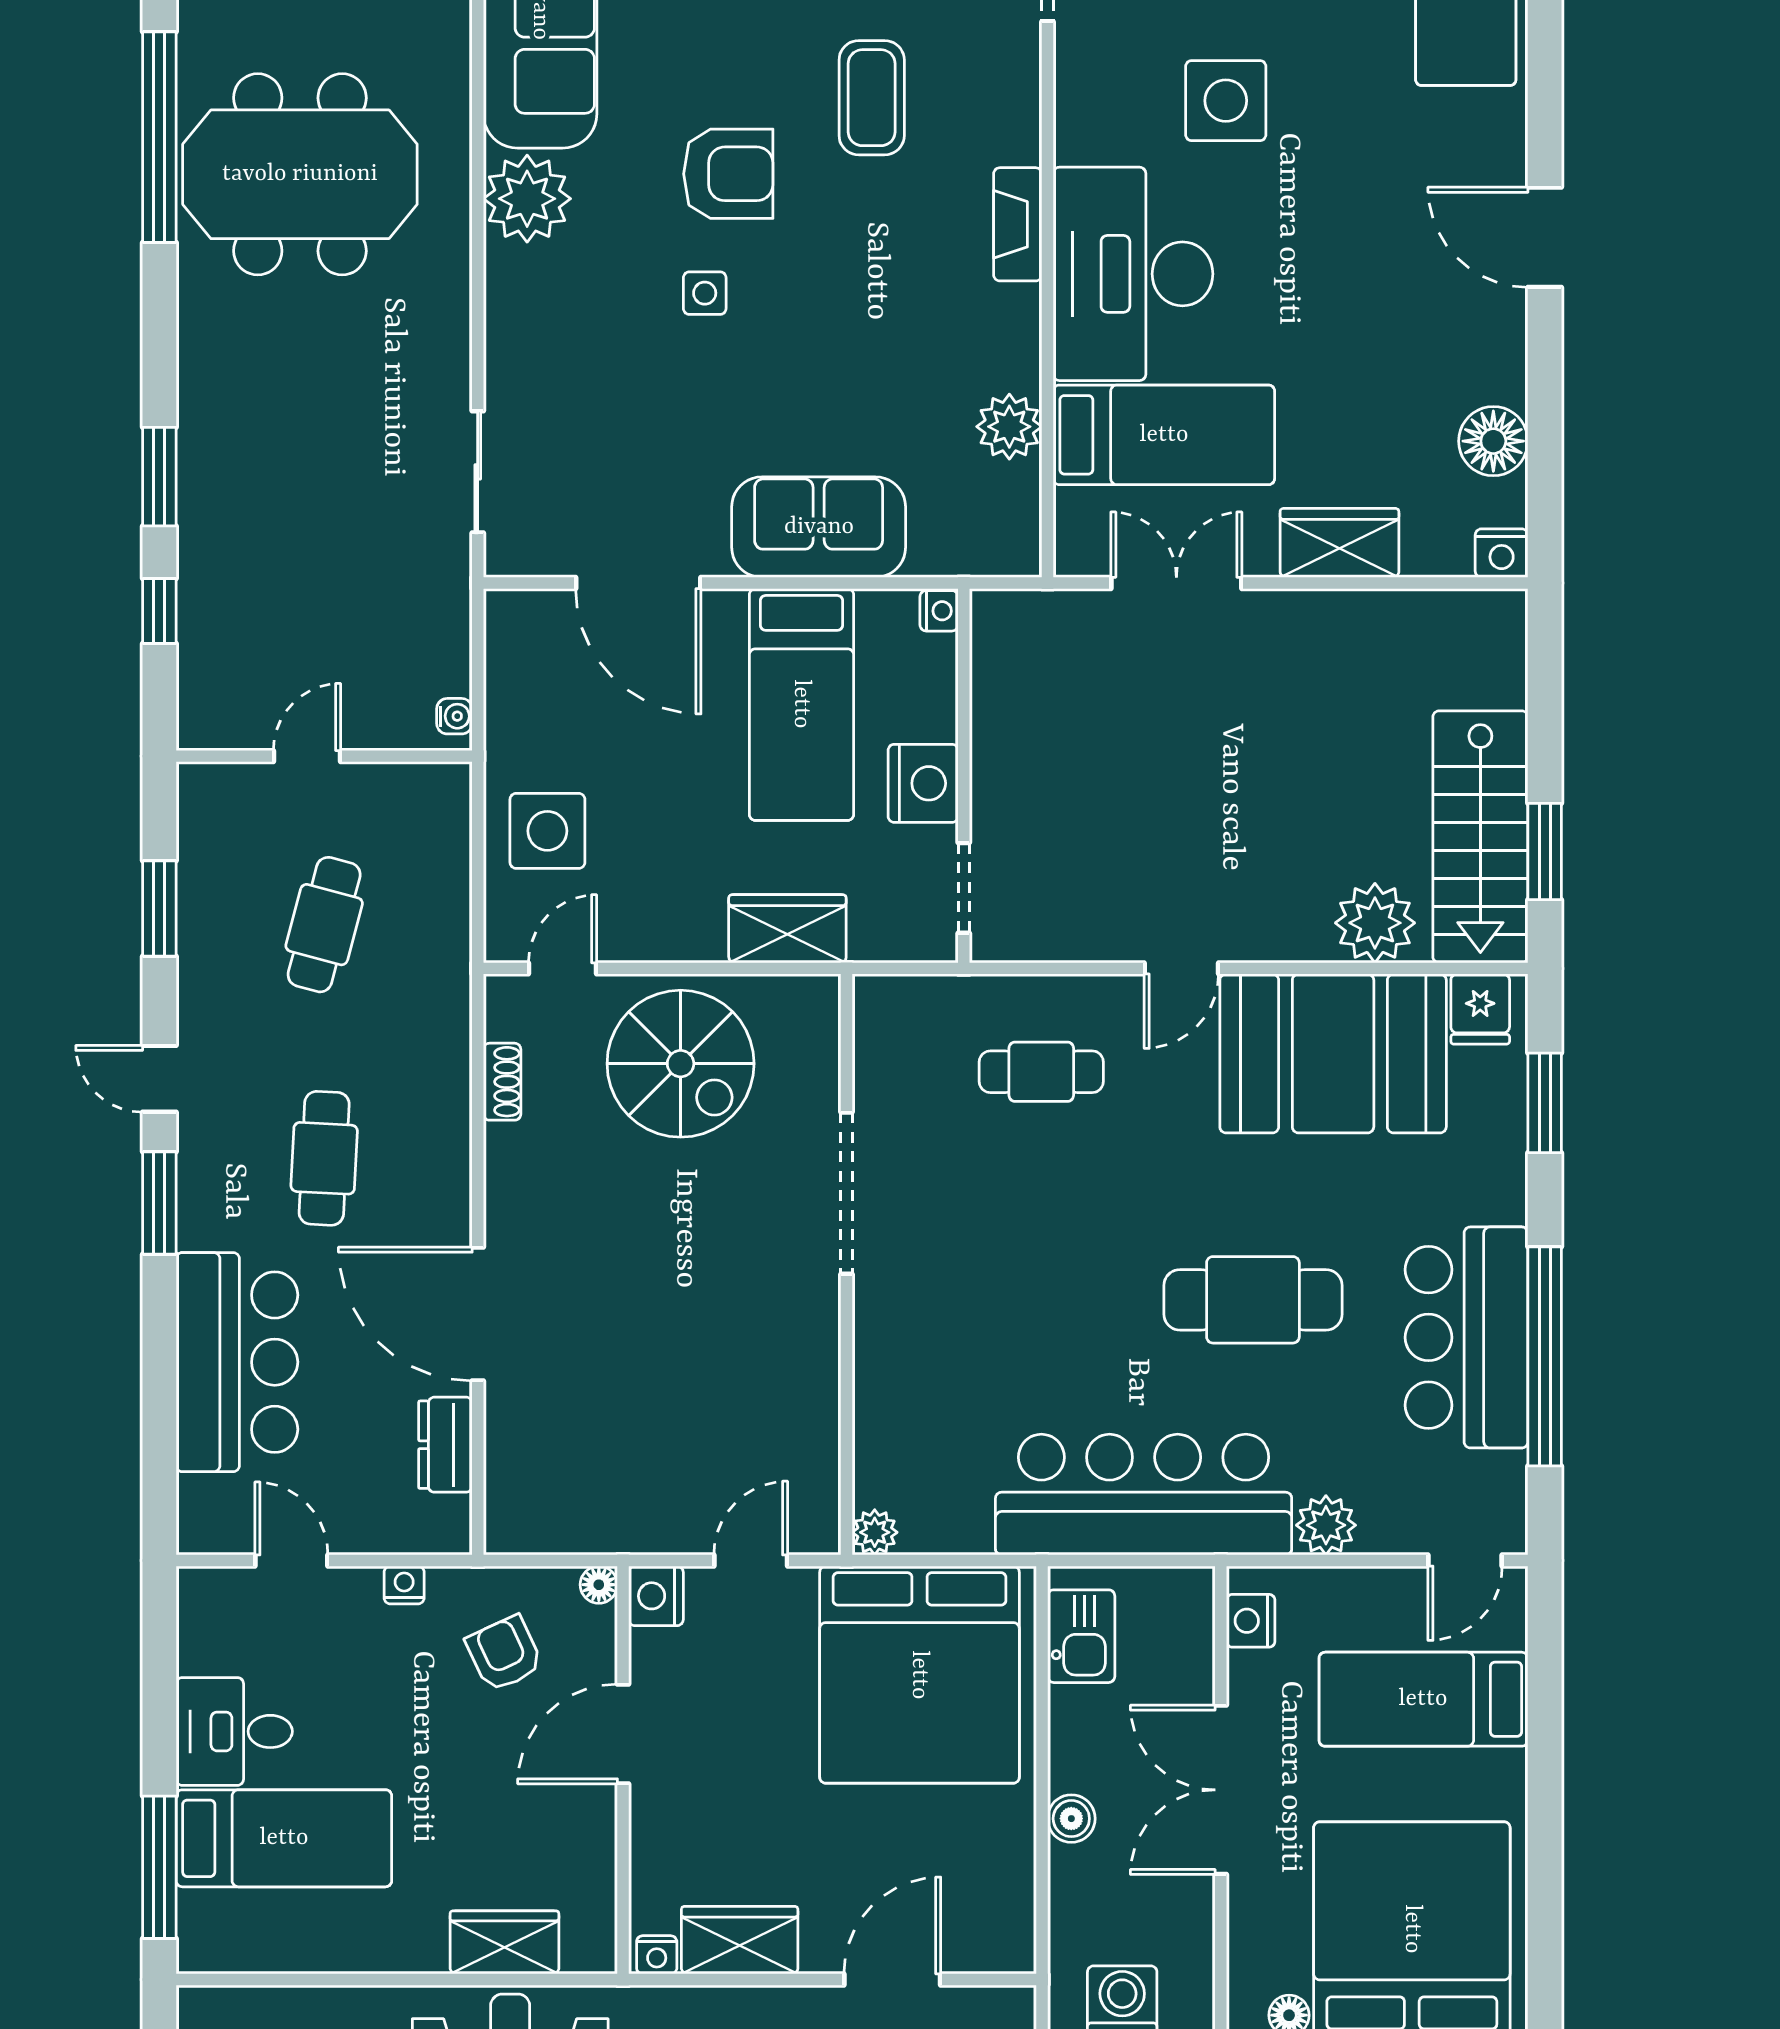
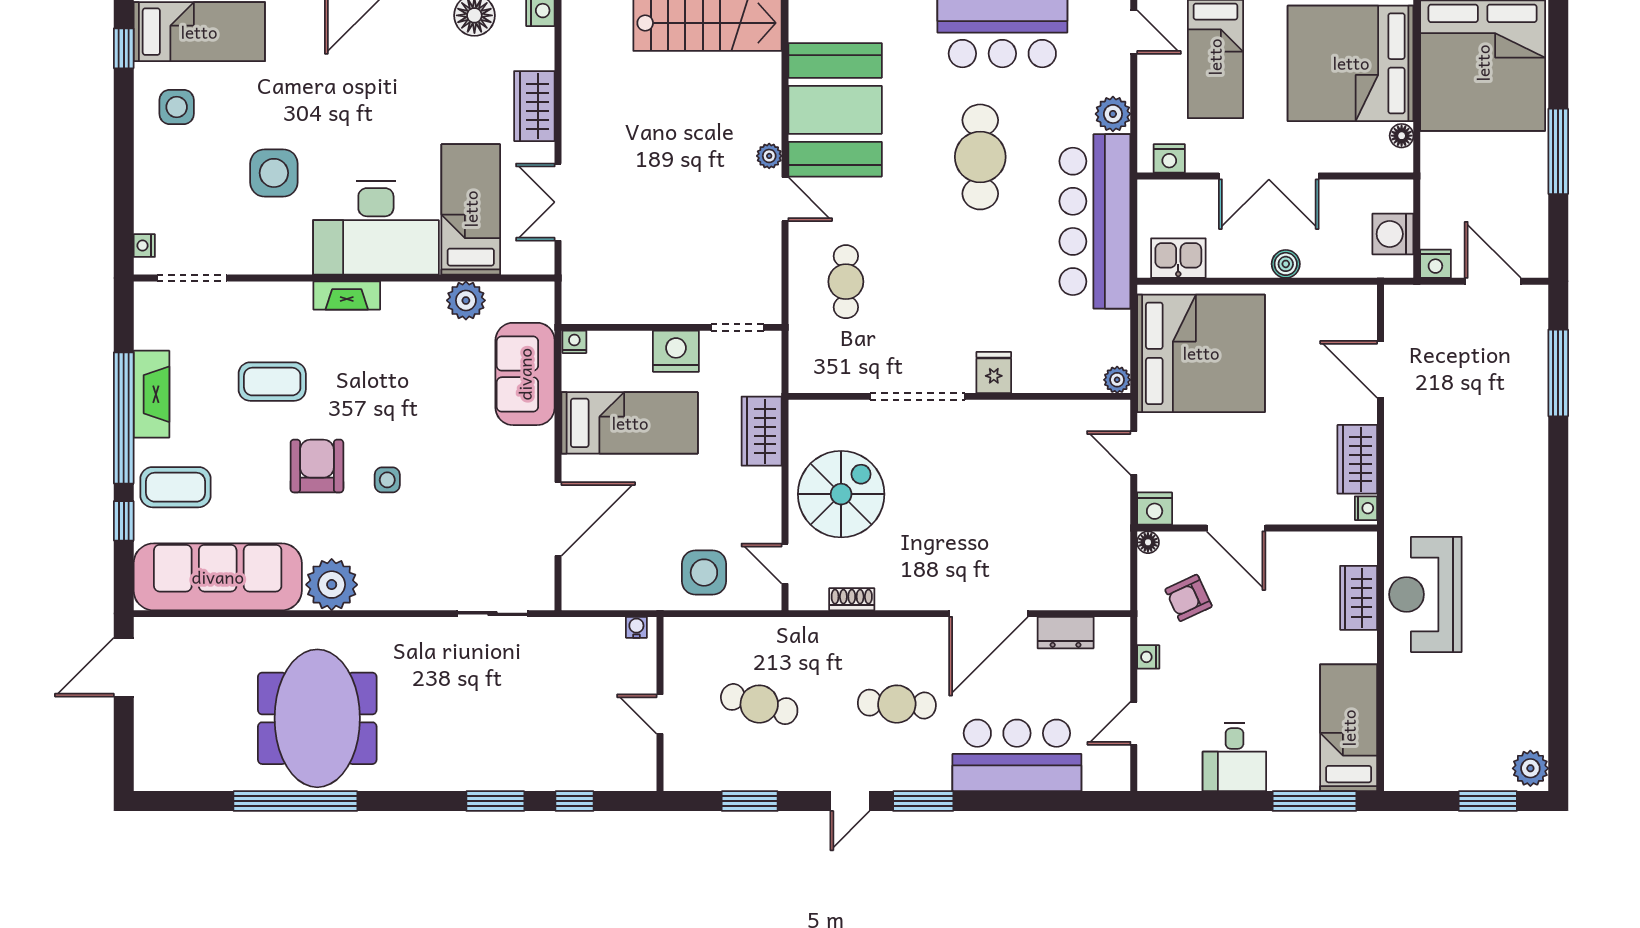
sofa: (819, 527) -> (525, 374), moved
plant: (1375, 923) -> (769, 156), moved, width x0.53, depth x0.53
fridge: (1480, 1009) -> (994, 372), moved, turned -90
bed: (284, 1838) -> (1349, 728), moved

